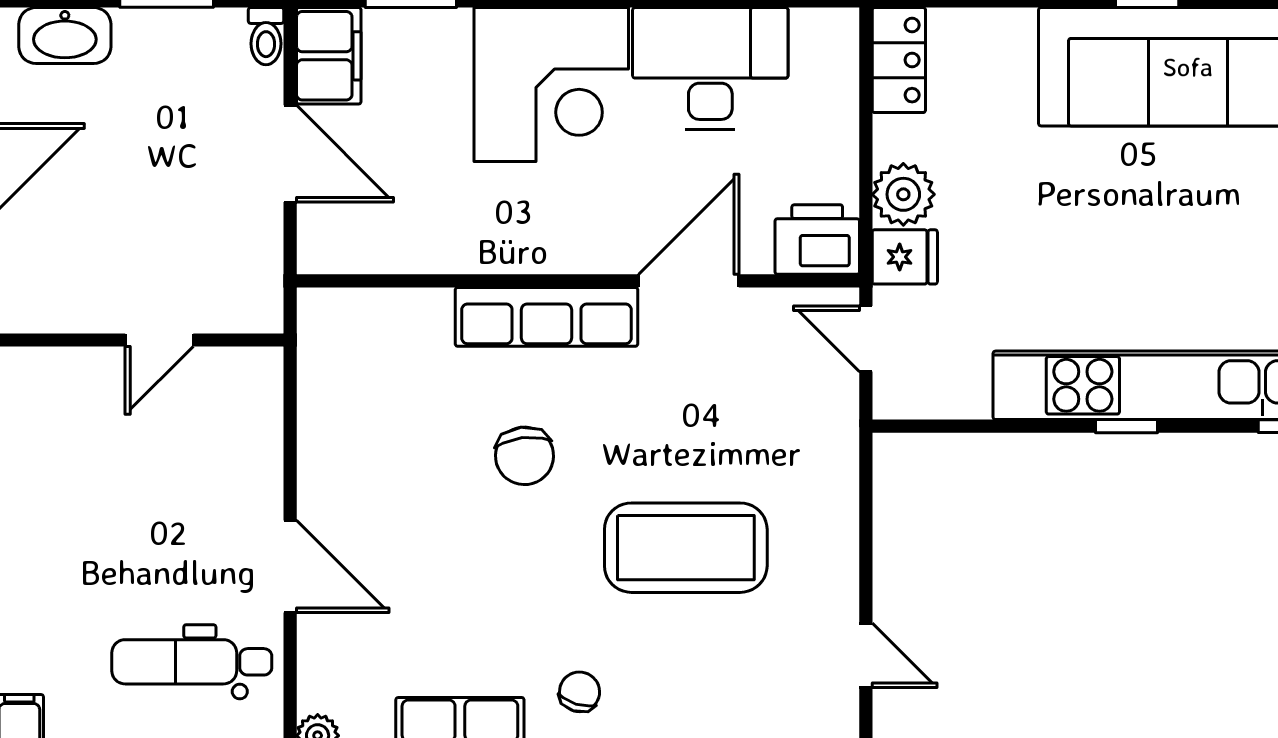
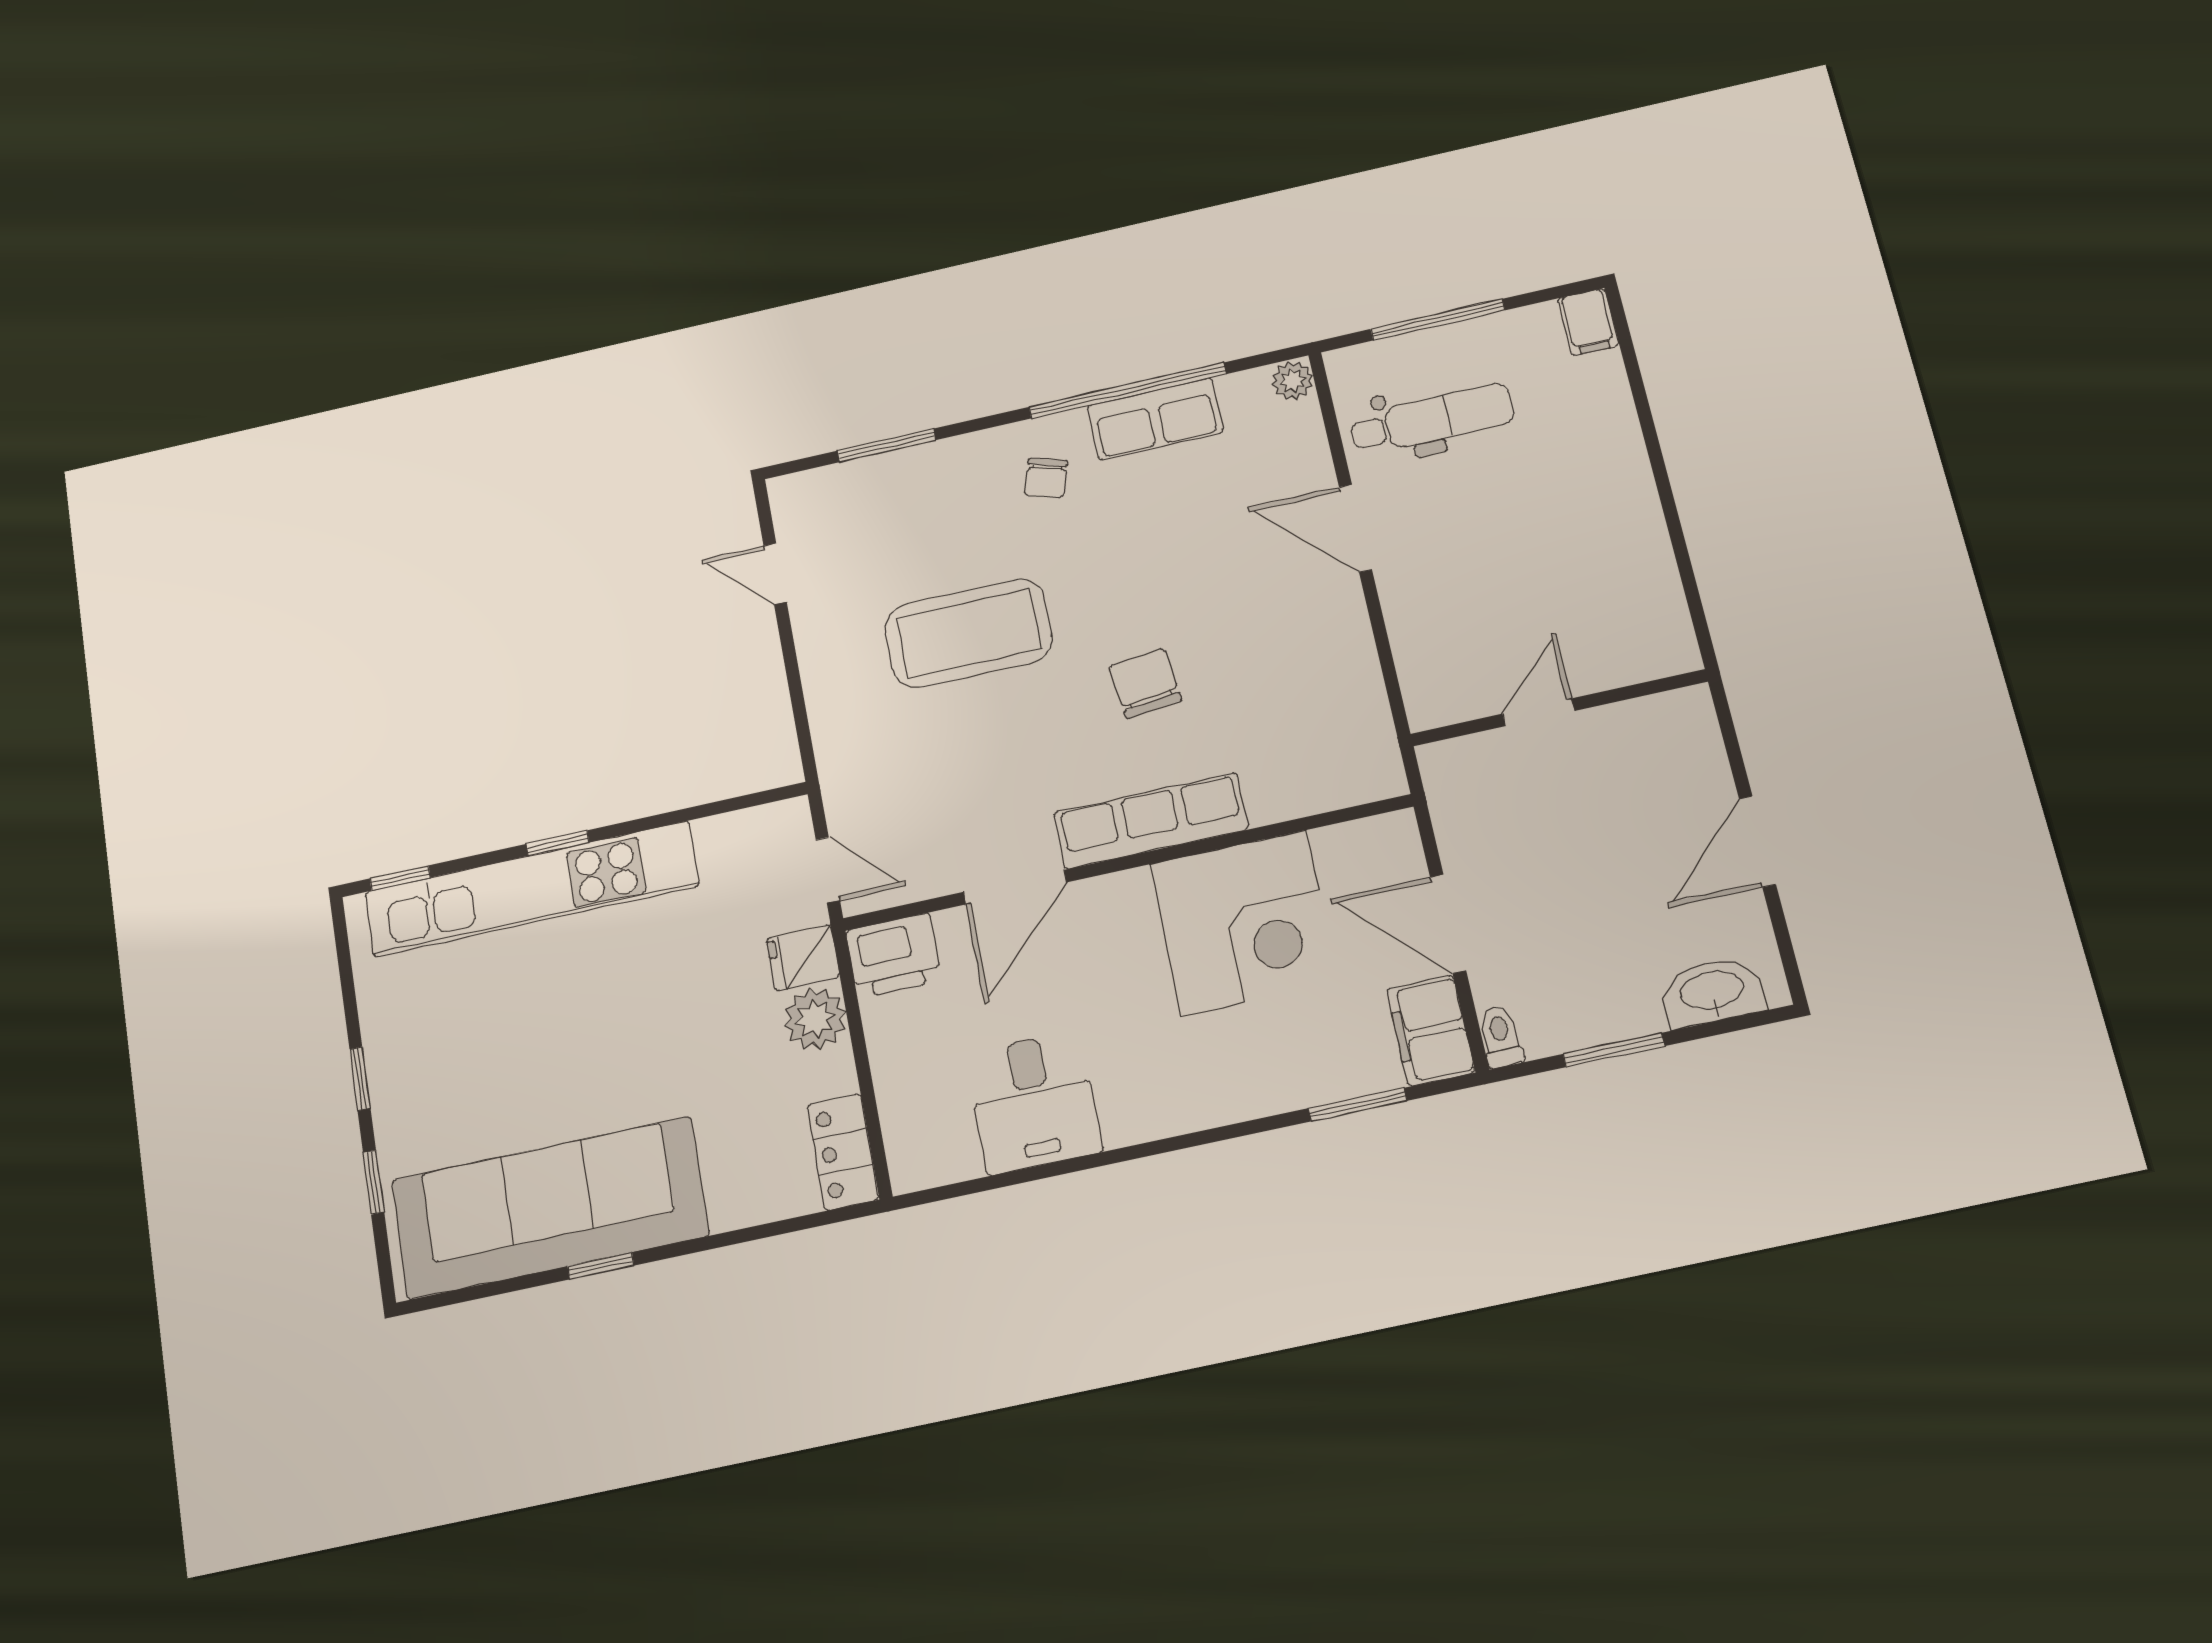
desk: (710, 68) -> (1034, 1102), width x0.73
corner desk: (551, 85) -> (1244, 923), moved, turned 180

